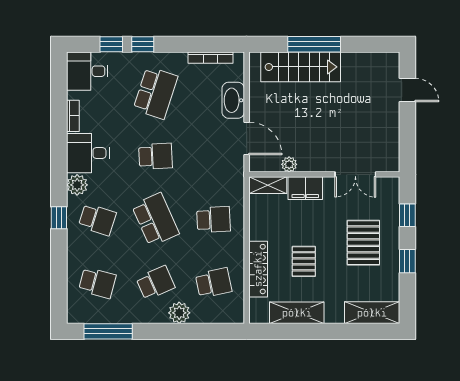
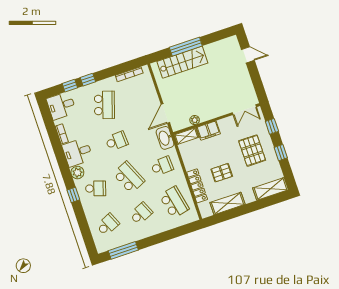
washbasin: (233, 100) -> (165, 138), moved
door: (247, 138) -> (165, 113), swing flipped
double door: (355, 174) -> (244, 110), moved
pallet: (304, 261) -> (222, 173), turned 90
school desk: (97, 283) -> (108, 225), turned -39
school desk: (214, 283) -> (174, 202), width x1.85
plant: (179, 313) -> (160, 226), removed

